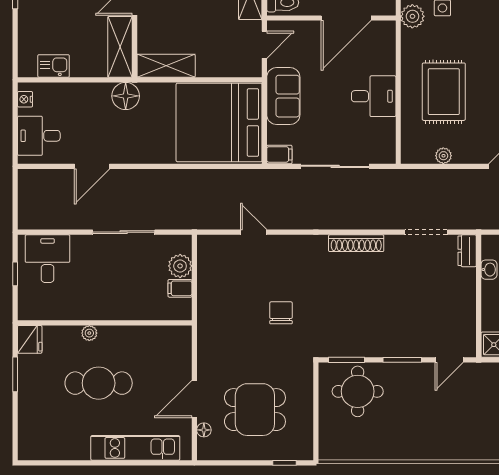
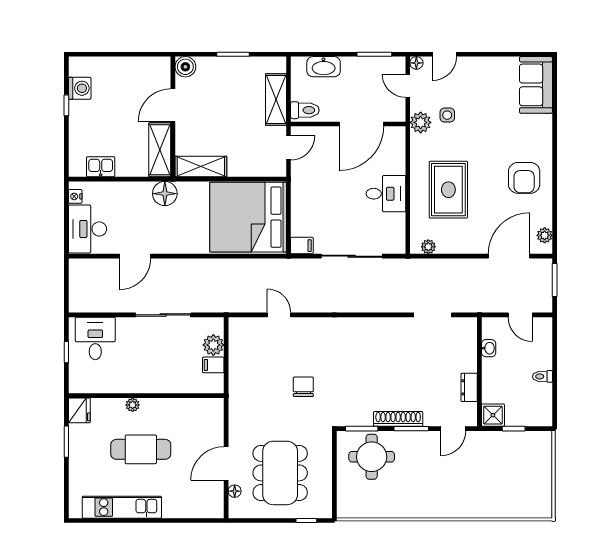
sofa: (283, 96) -> (305, 194), removed
desk: (39, 136) -> (88, 229), width x1.37
plant: (443, 156) -> (428, 247), moved
shoe rack: (356, 243) -> (398, 419), moved, turned 180
dresser: (467, 251) -> (469, 387), moved
dining table: (255, 410) -> (280, 473), width x1.38
kitchen unit: (135, 448) -> (122, 507), moved

